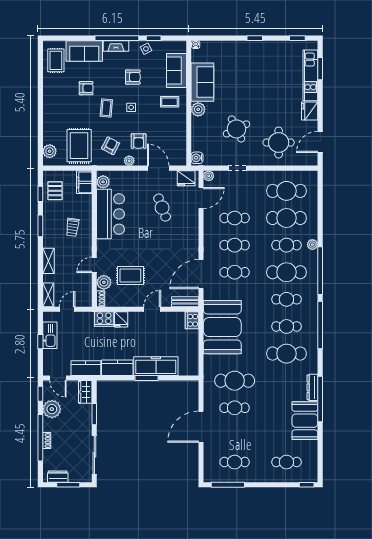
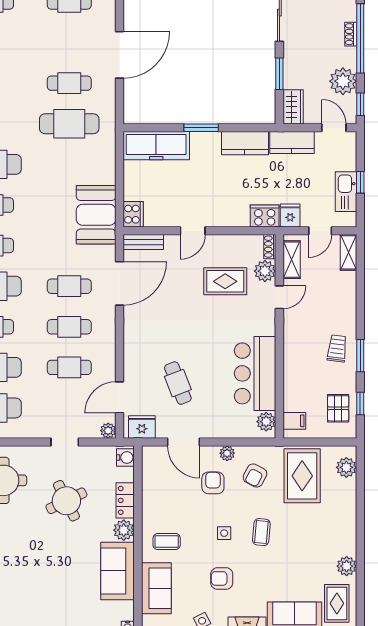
plant: (49, 85) -> (347, 566), added
armchair: (86, 88) -> (291, 562), removed
locker: (197, 129) -> (125, 500), added
filing cabinet: (84, 182) -> (294, 421), width x0.50
trolley: (72, 227) -> (337, 348), moved
shelving: (48, 261) -> (292, 260), moved
fridge: (121, 319) -> (290, 215), moved
booth: (222, 327) -> (96, 215), width x0.73, depth x0.70
freezer: (156, 366) -> (156, 146), moved

